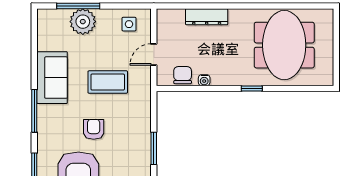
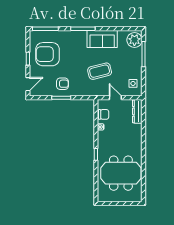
dresser: (207, 17) -> (137, 111), moved
plant: (83, 22) -> (134, 40), moved
coffee table: (108, 82) -> (100, 71), turned 76
armchair: (94, 129) -> (62, 84), moved

